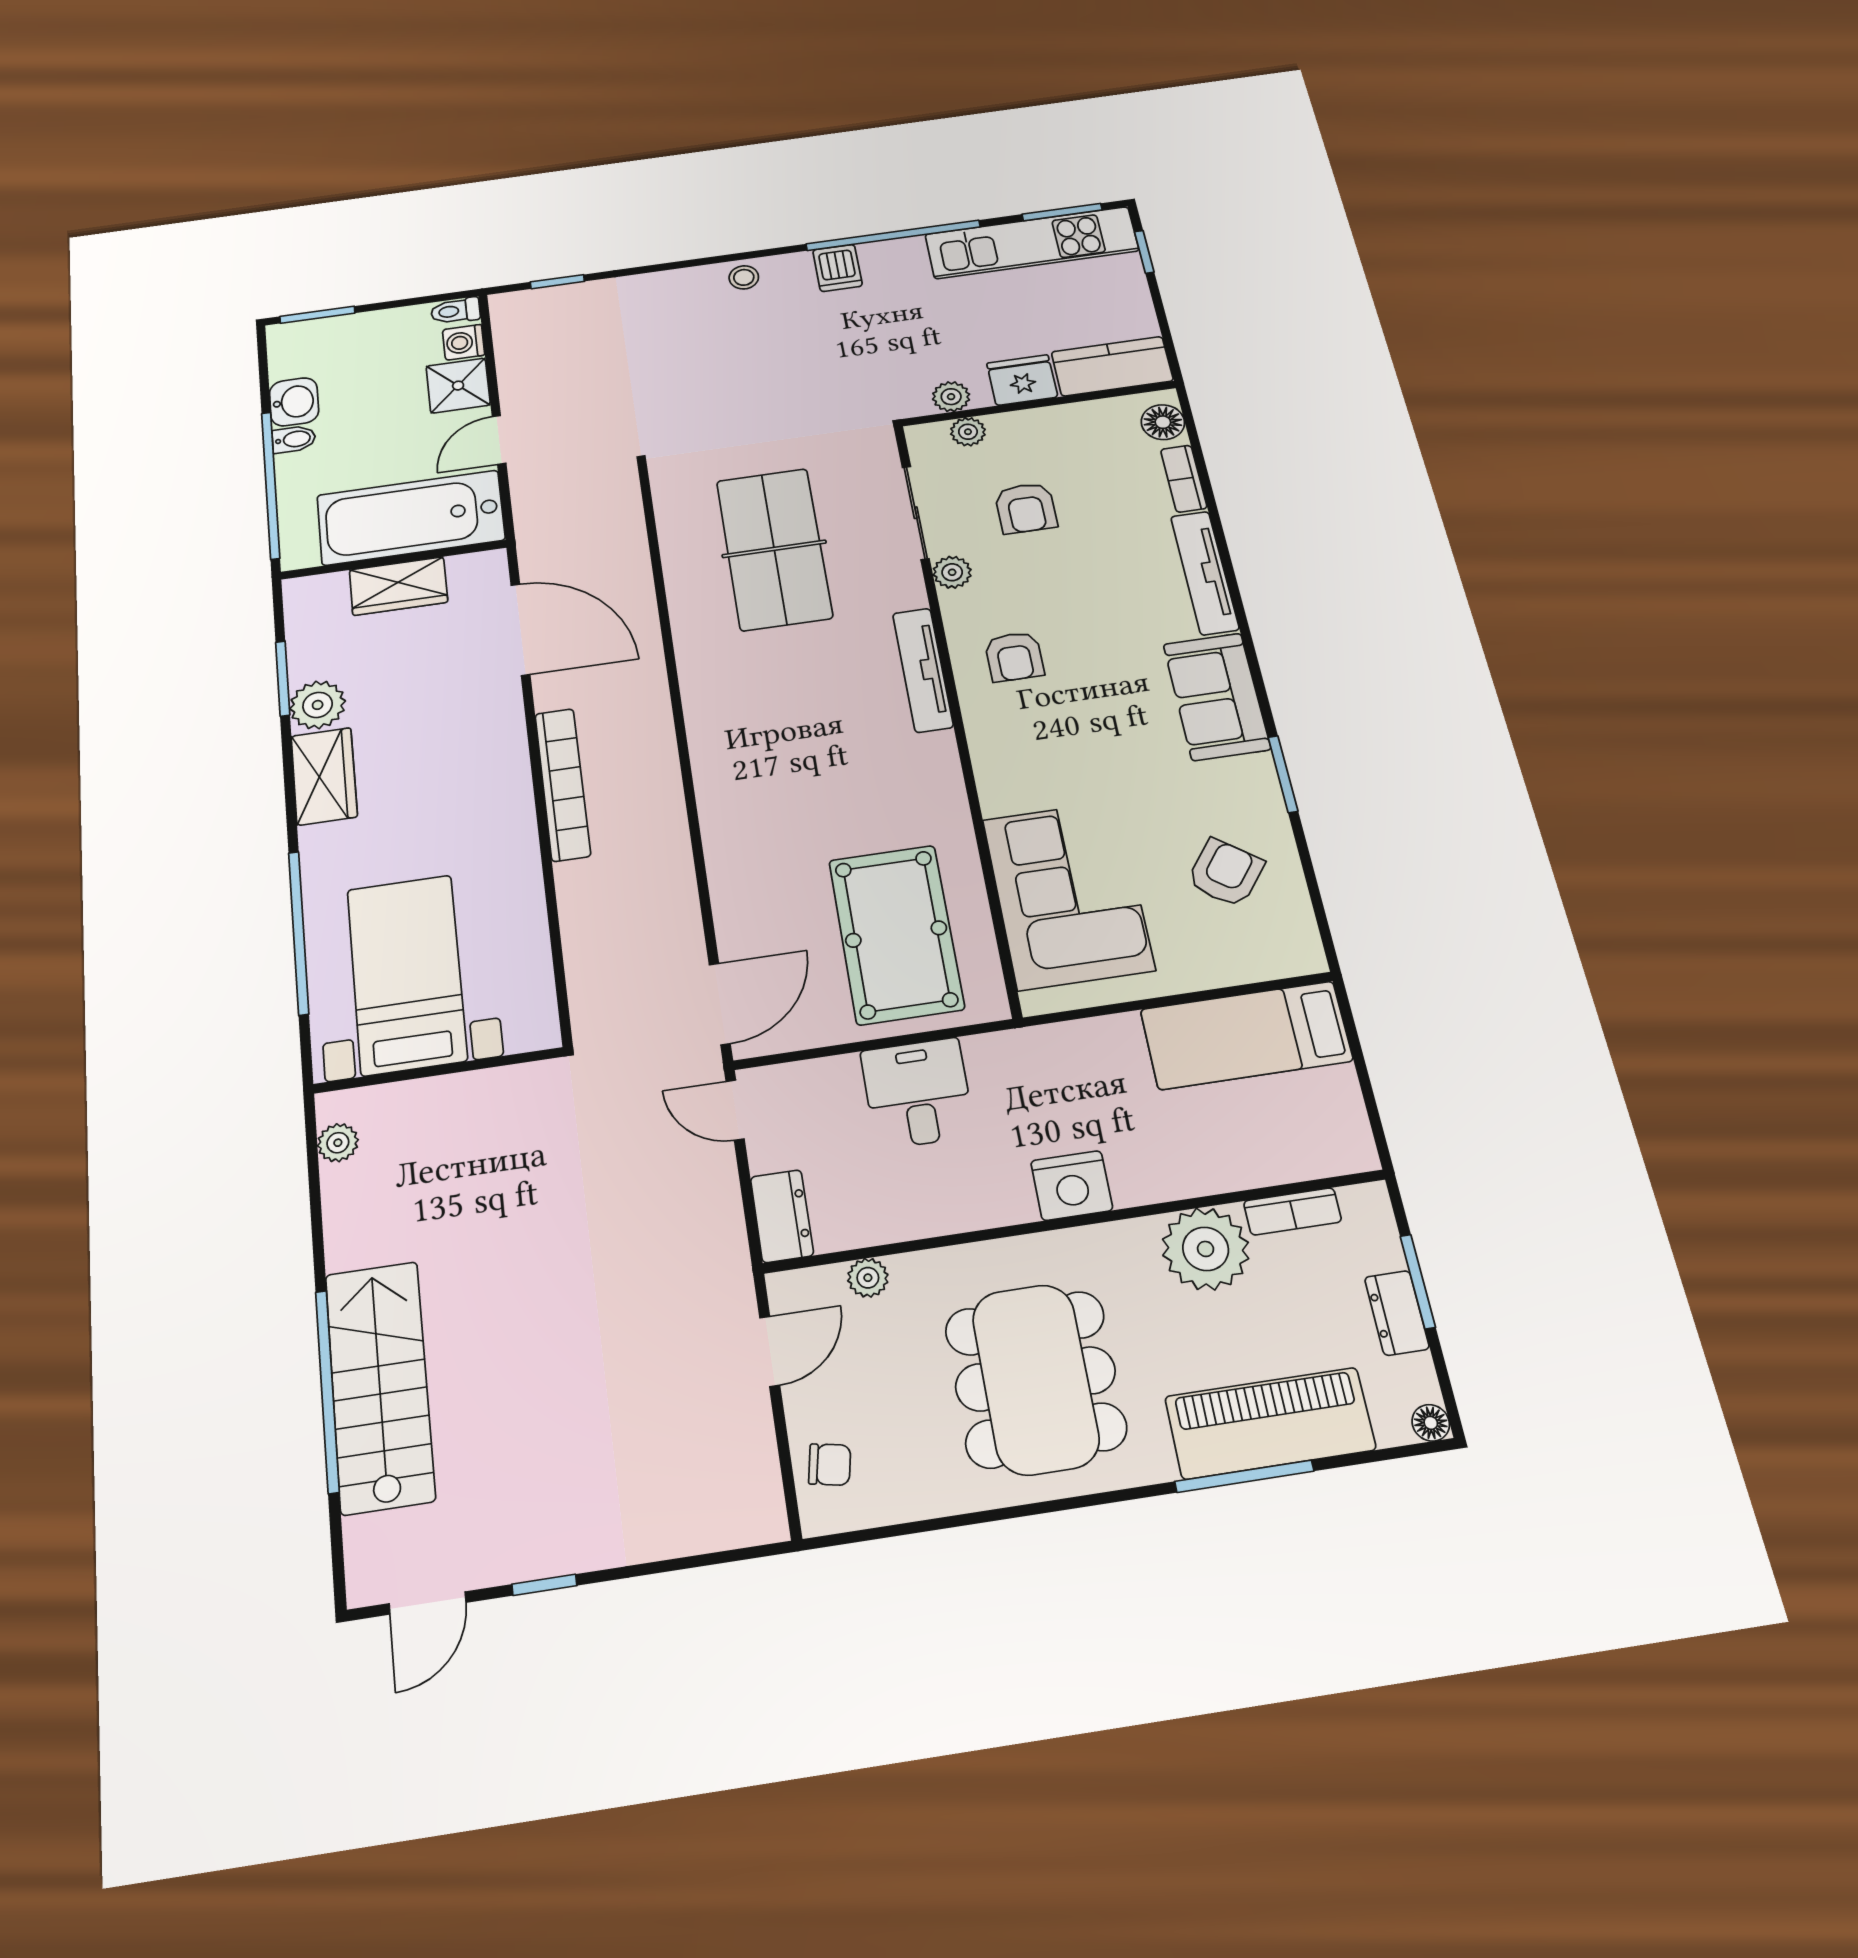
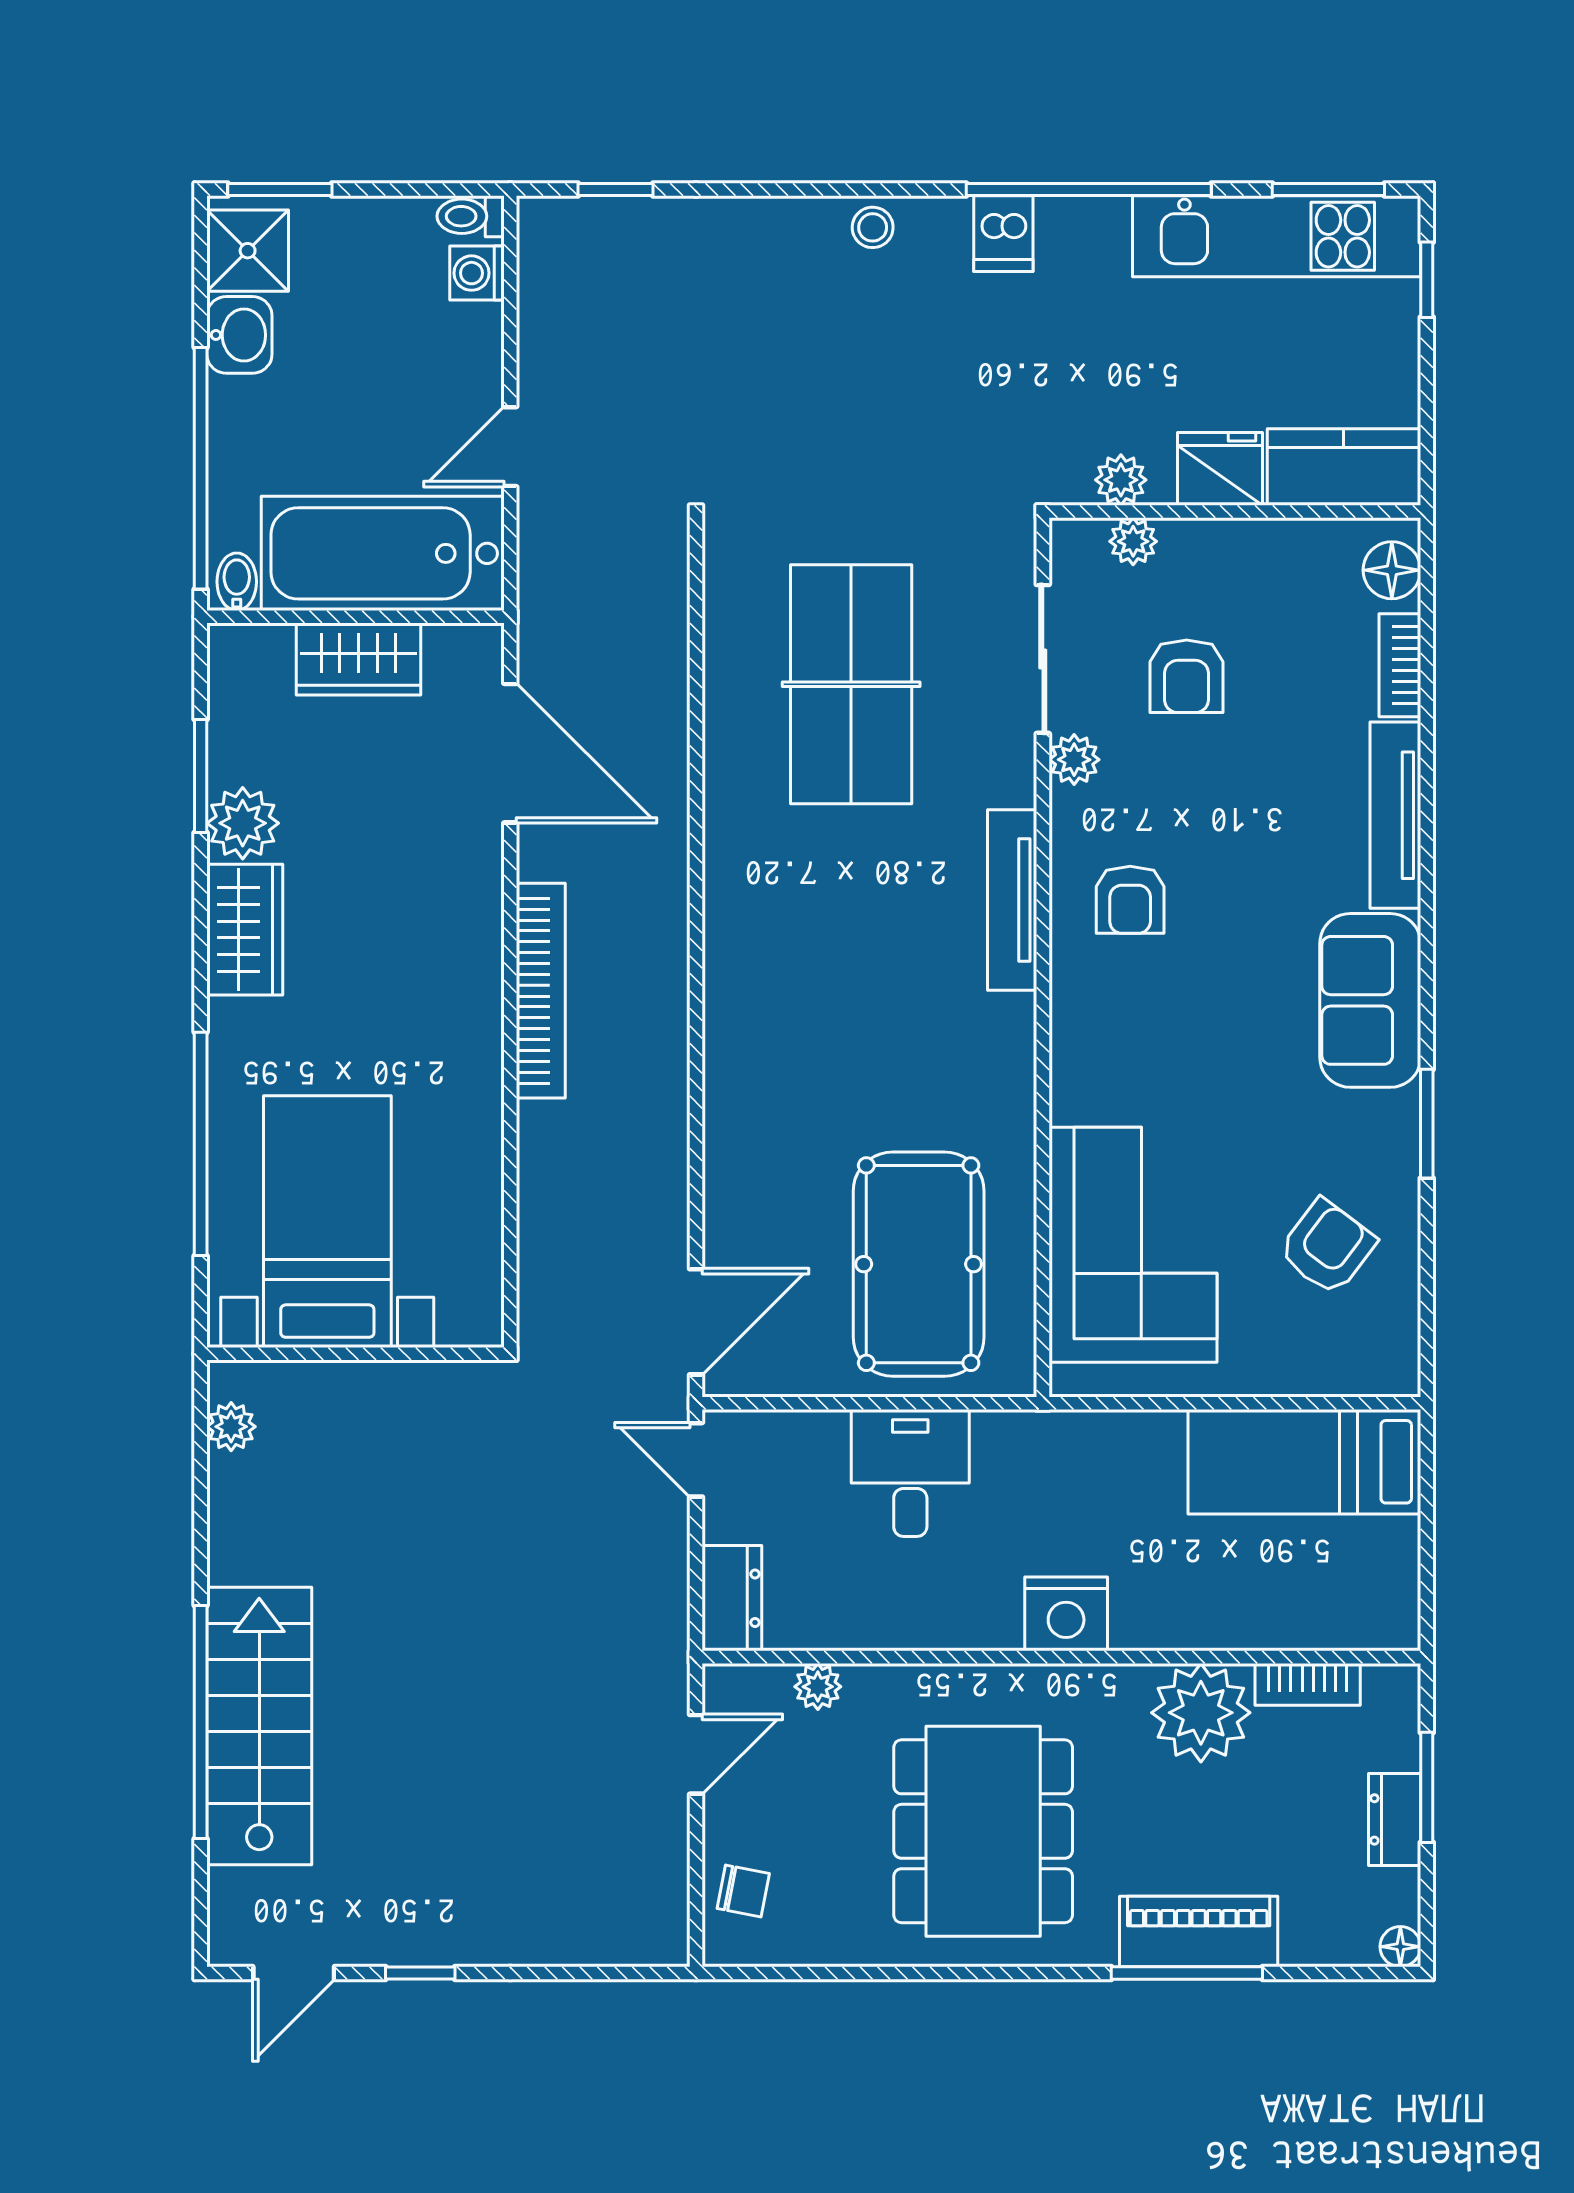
shower: (458, 386) -> (248, 251), moved
bidet: (294, 439) -> (237, 582), moved, turned -90
piano: (1270, 1423) -> (1199, 1932), width x0.73, depth x0.75

